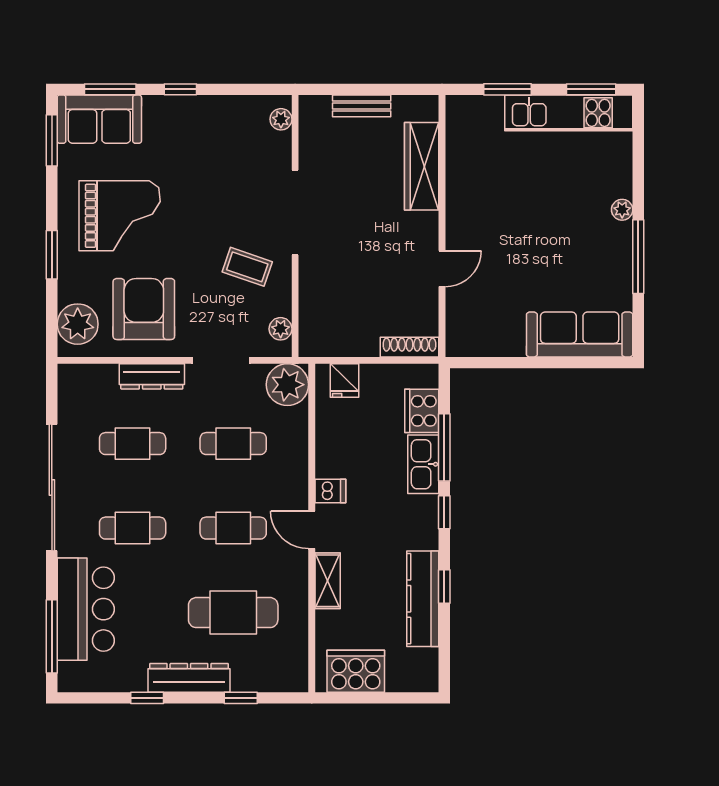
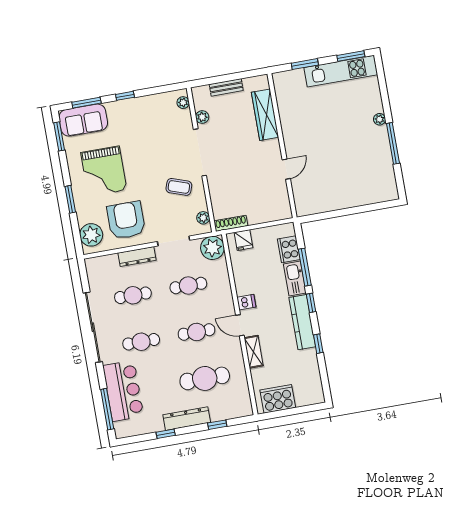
plant: (310, 151) -> (202, 117), added
grand piano: (120, 216) -> (104, 171), turned 90
sofa: (580, 334) -> (368, 192), removed
shoe rack: (409, 347) -> (231, 223), moved
kitchen counter: (423, 599) -> (302, 322), moved

